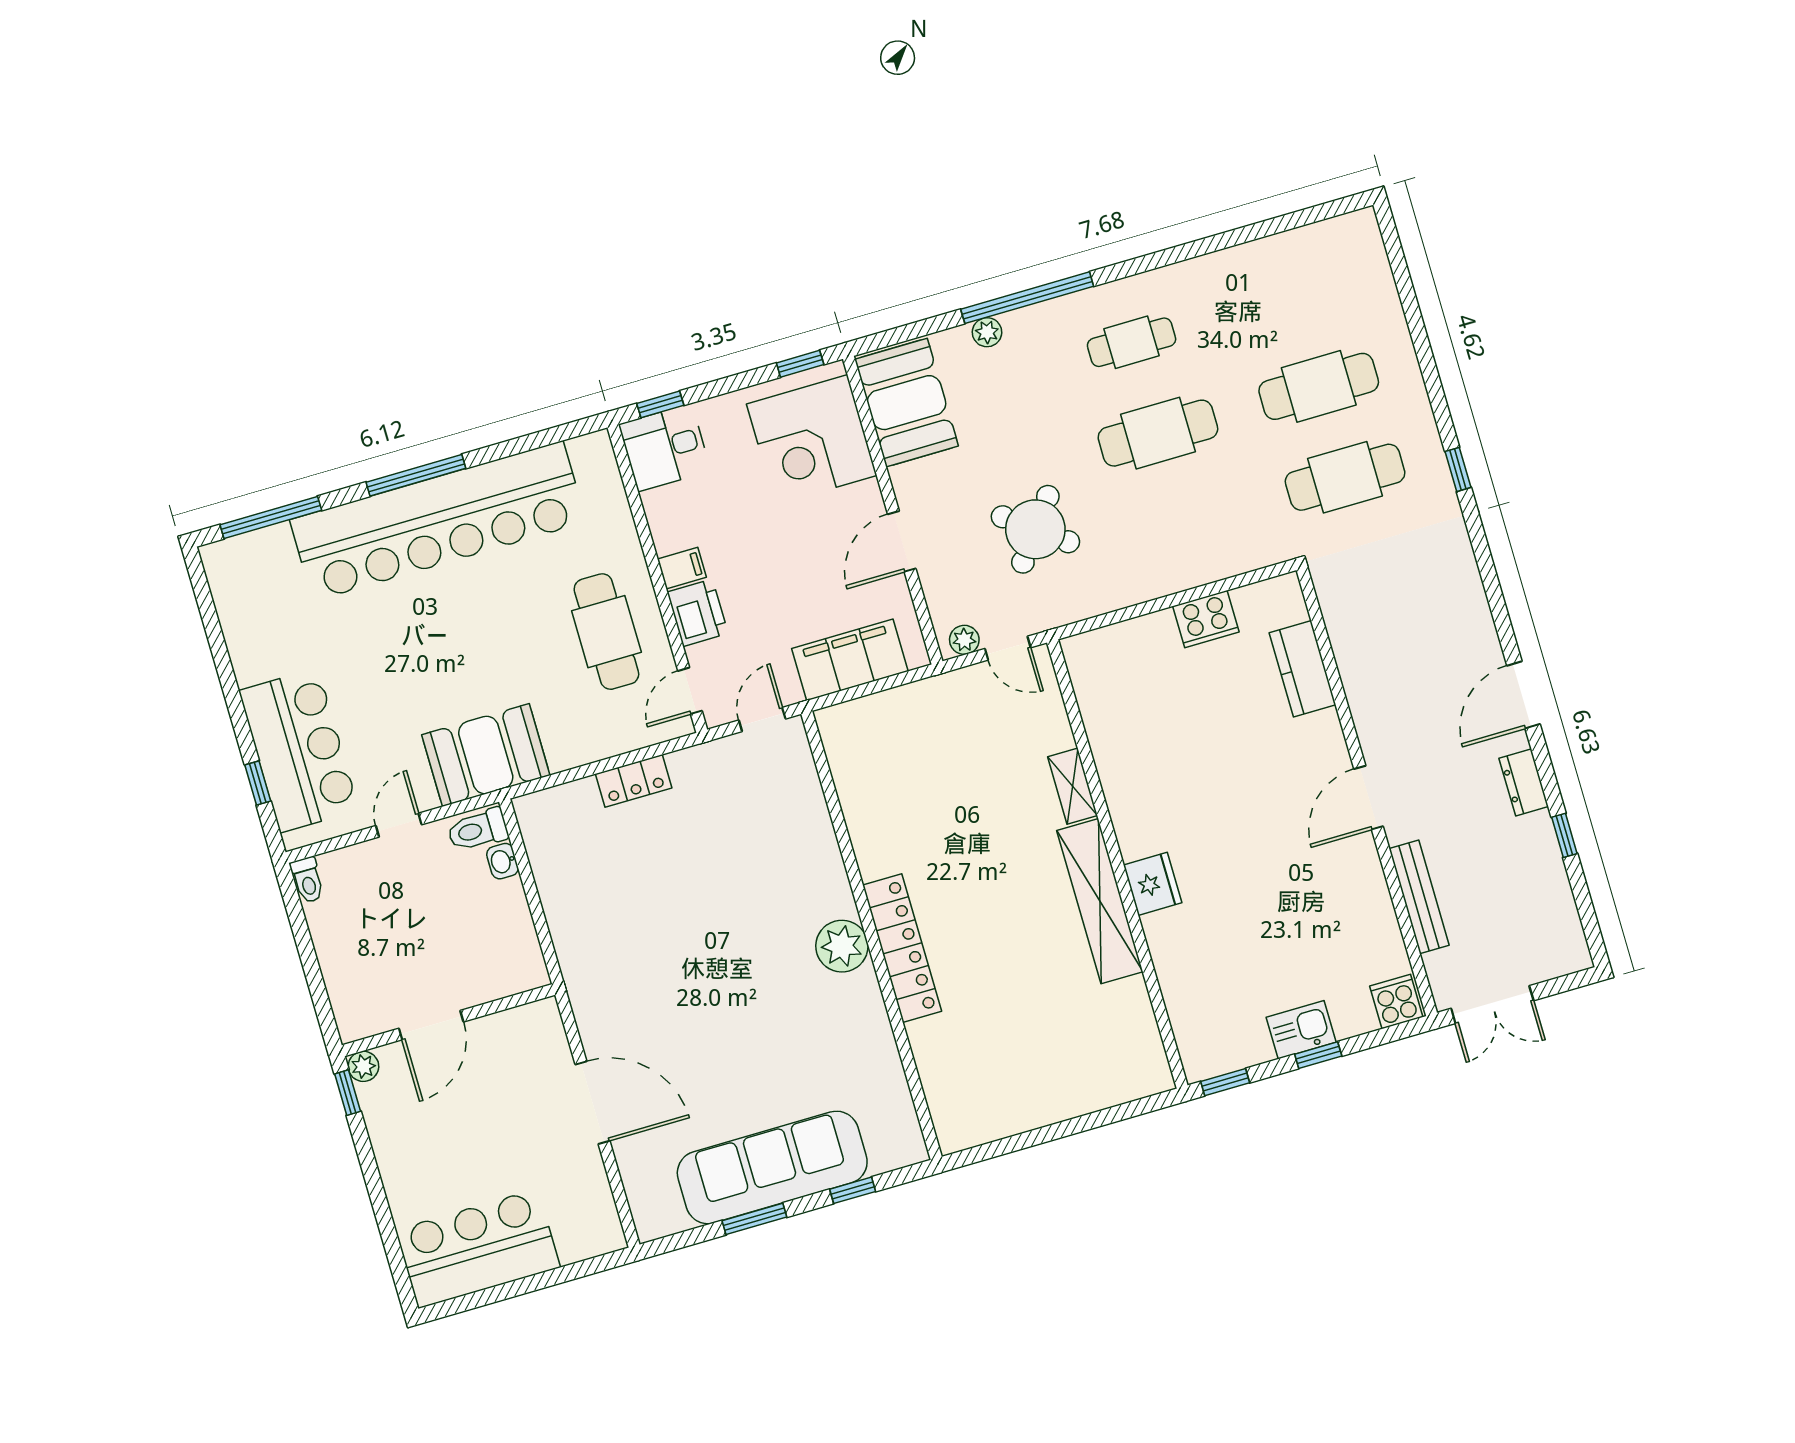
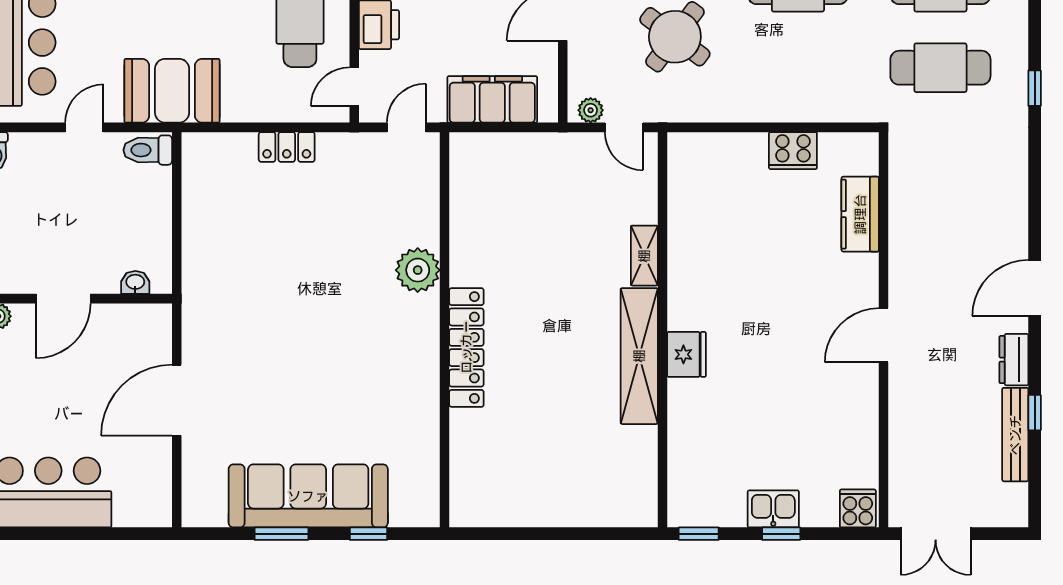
washbasin: (503, 861) -> (135, 282), moved, turned 90
bench: (1419, 897) -> (1015, 435), moved
plant: (842, 946) -> (418, 270), moved
door: (592, 1103) -> (177, 400), swing flipped

